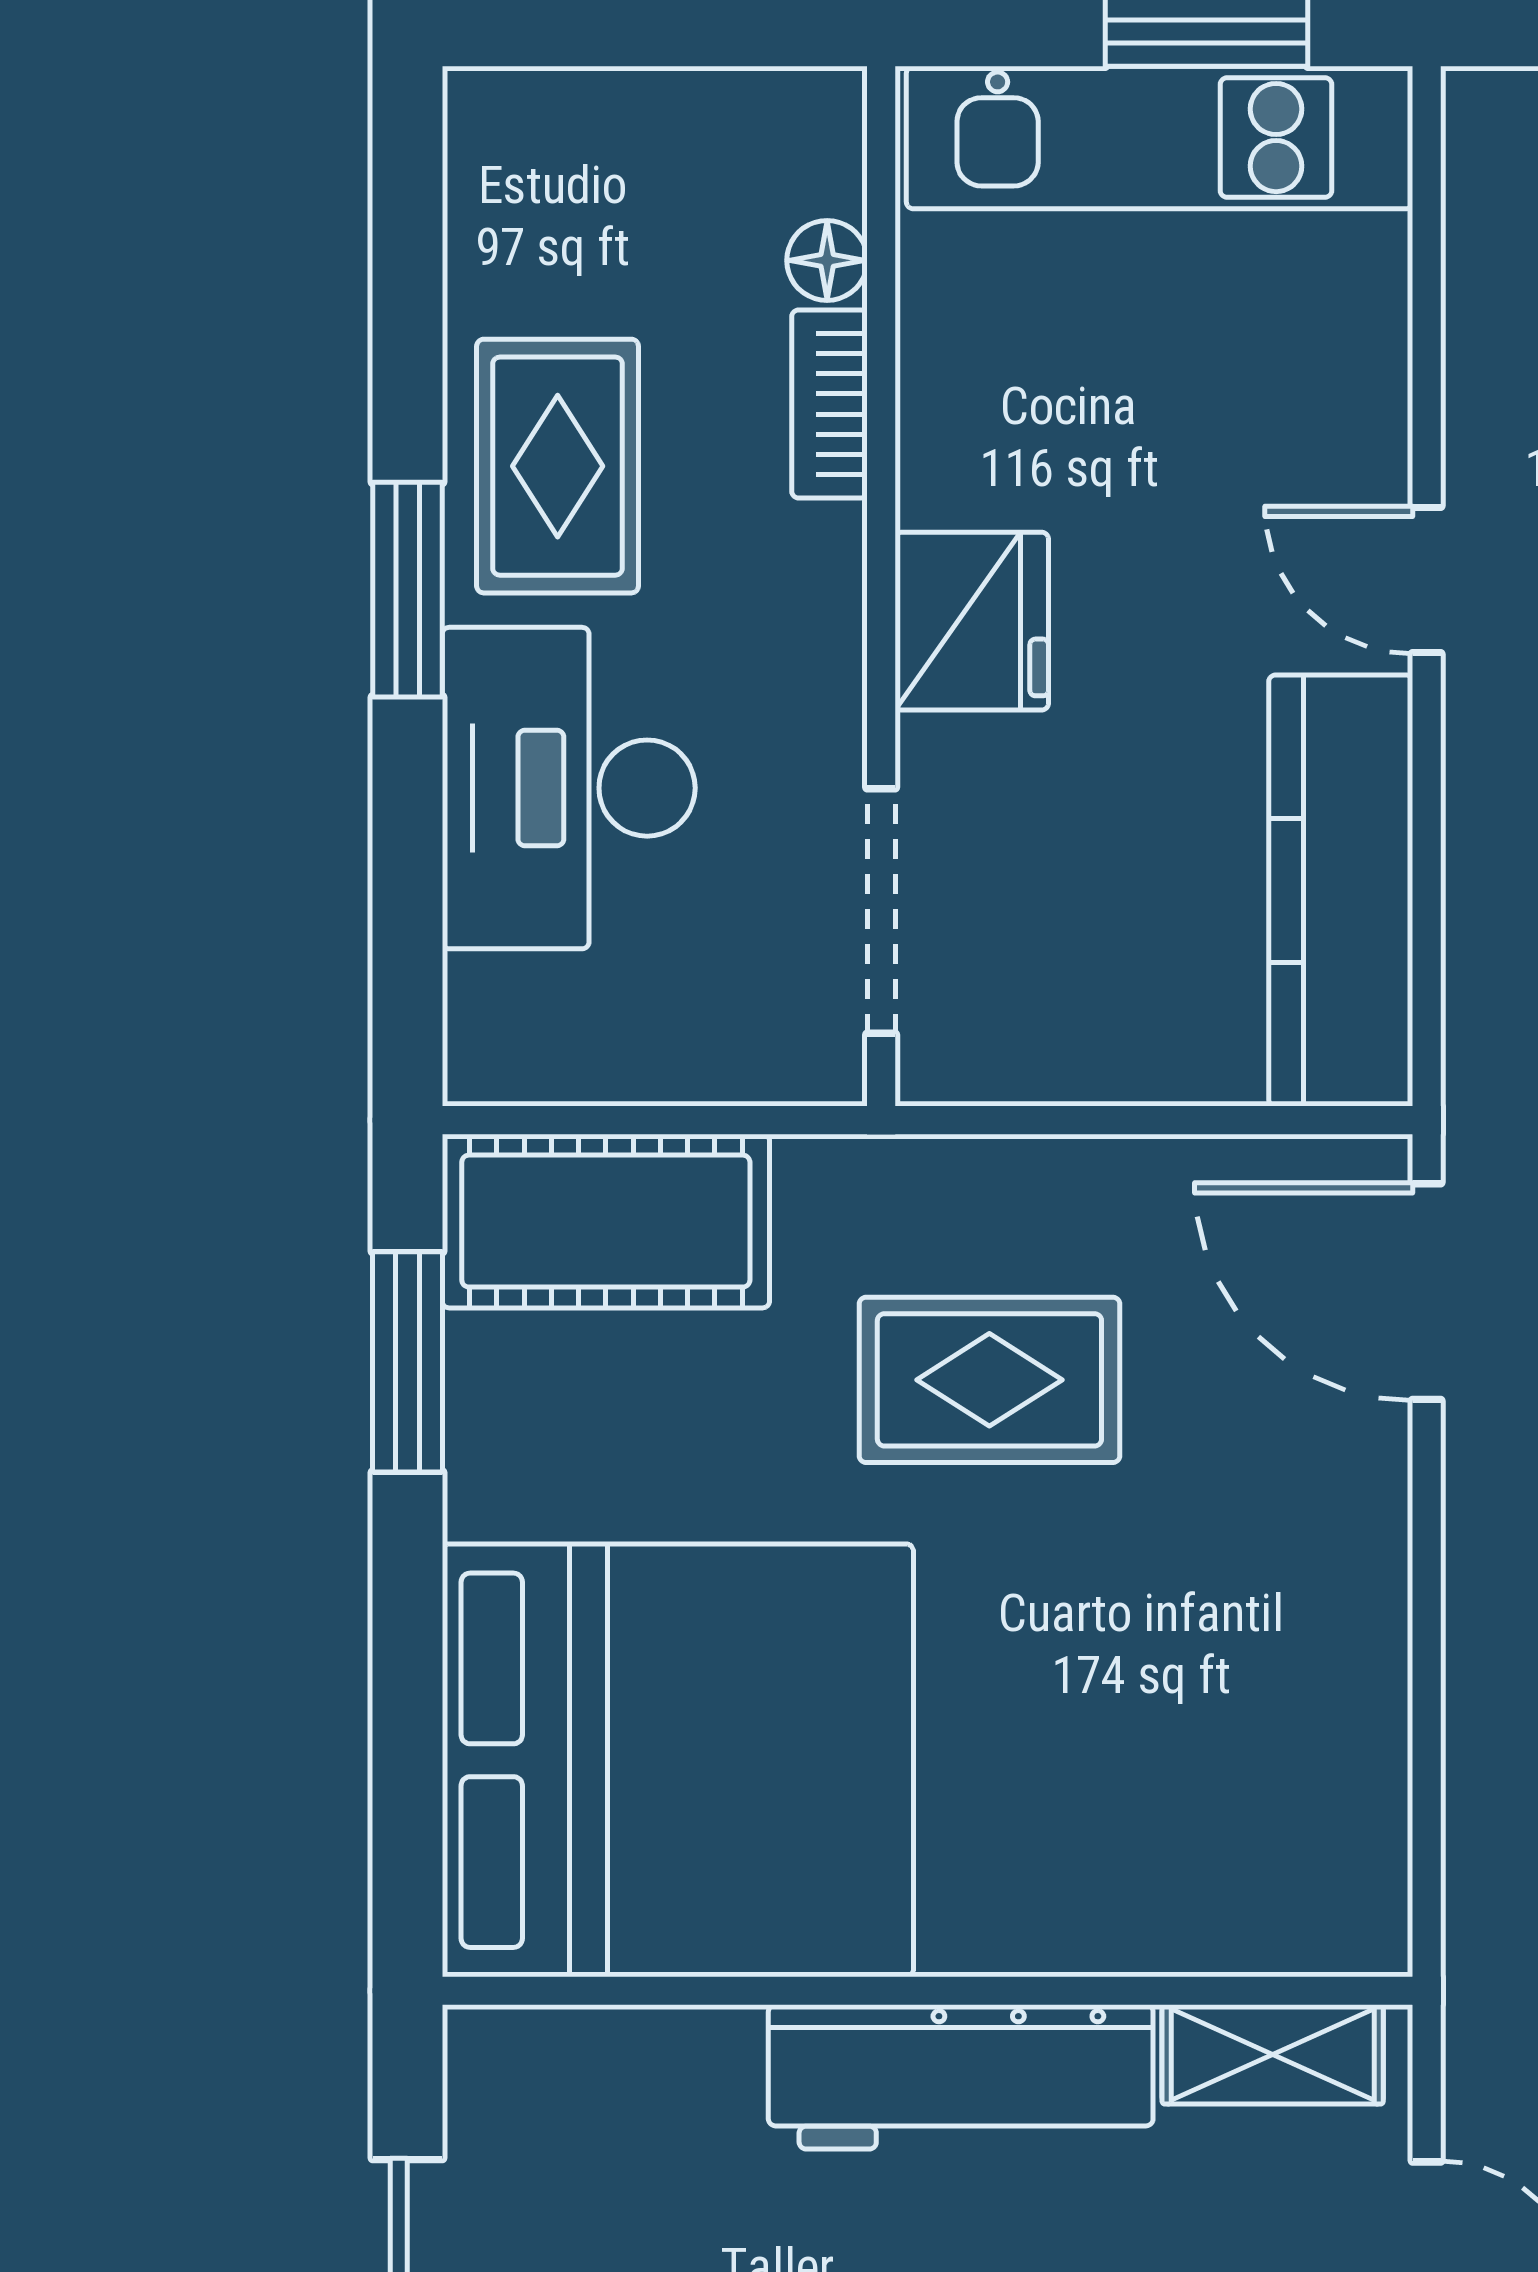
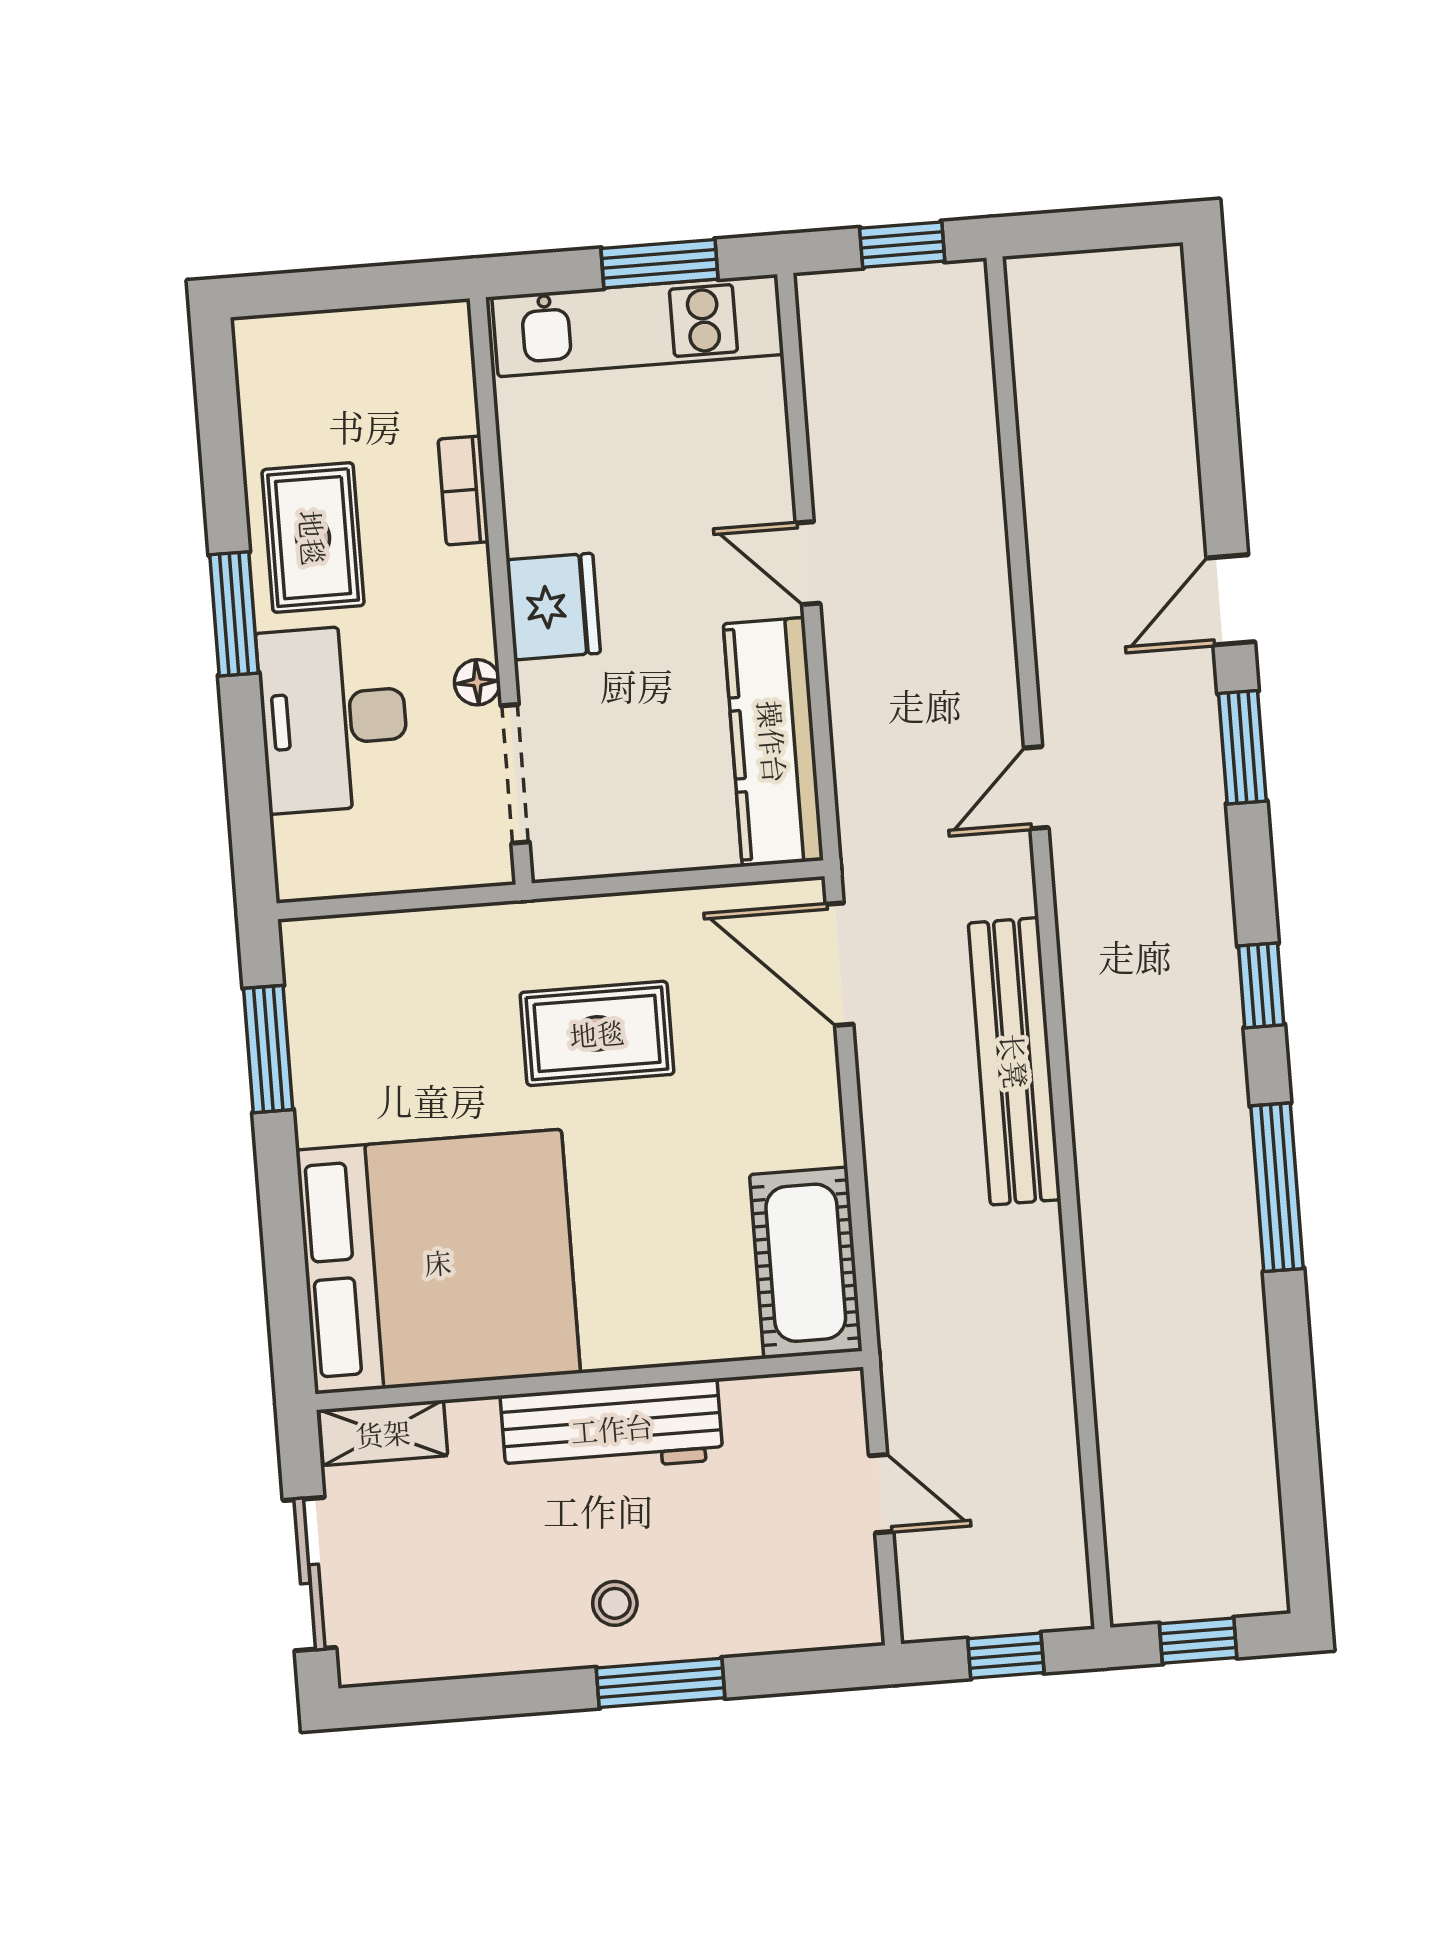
floor lamp: (827, 260) -> (477, 682), moved
cot: (606, 1221) -> (806, 1263), moved, turned 90
shelving: (1273, 2054) -> (383, 1433), moved

